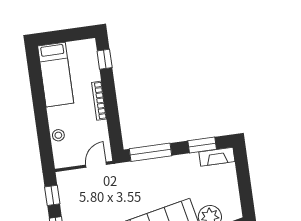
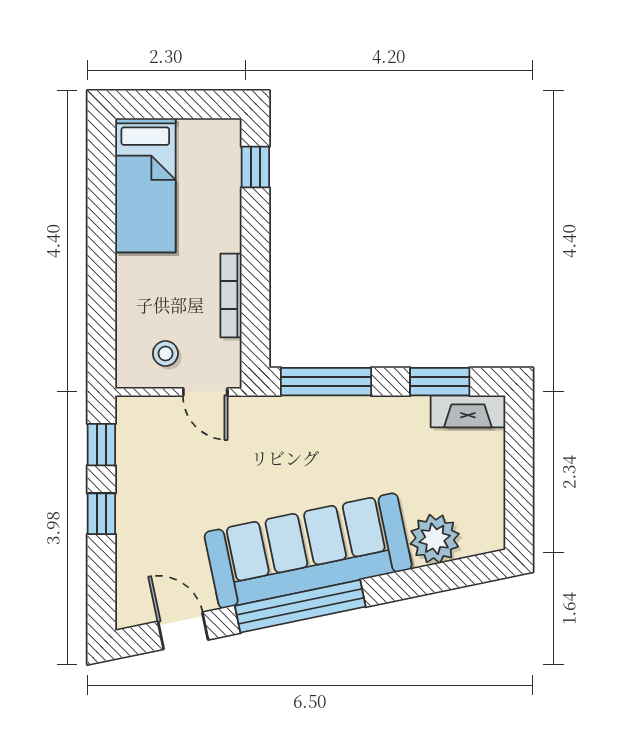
bookcase: (99, 101) -> (231, 295), moved
stool: (58, 135) -> (165, 354), moved
door: (96, 165) -> (205, 392), swing flipped

